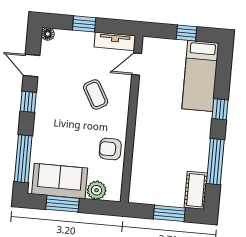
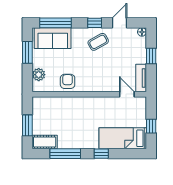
coffee table: (96, 94) -> (98, 42), moved
sofa: (60, 181) -> (53, 38), moved, turned 90

